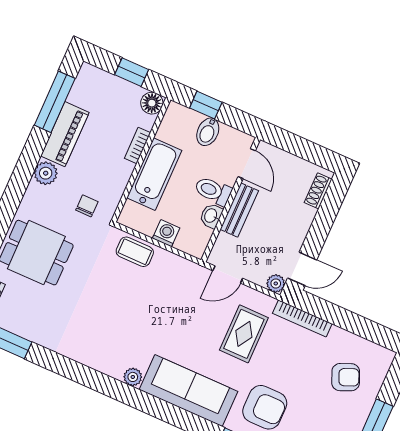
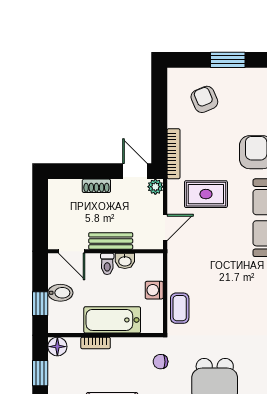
door: (247, 164) -> (72, 251), swing flipped
toilet: (213, 191) -> (107, 264), width x0.73, depth x0.72
shoe rack: (318, 191) -> (96, 186), moved
door: (228, 274) -> (165, 227), hinge flipped

